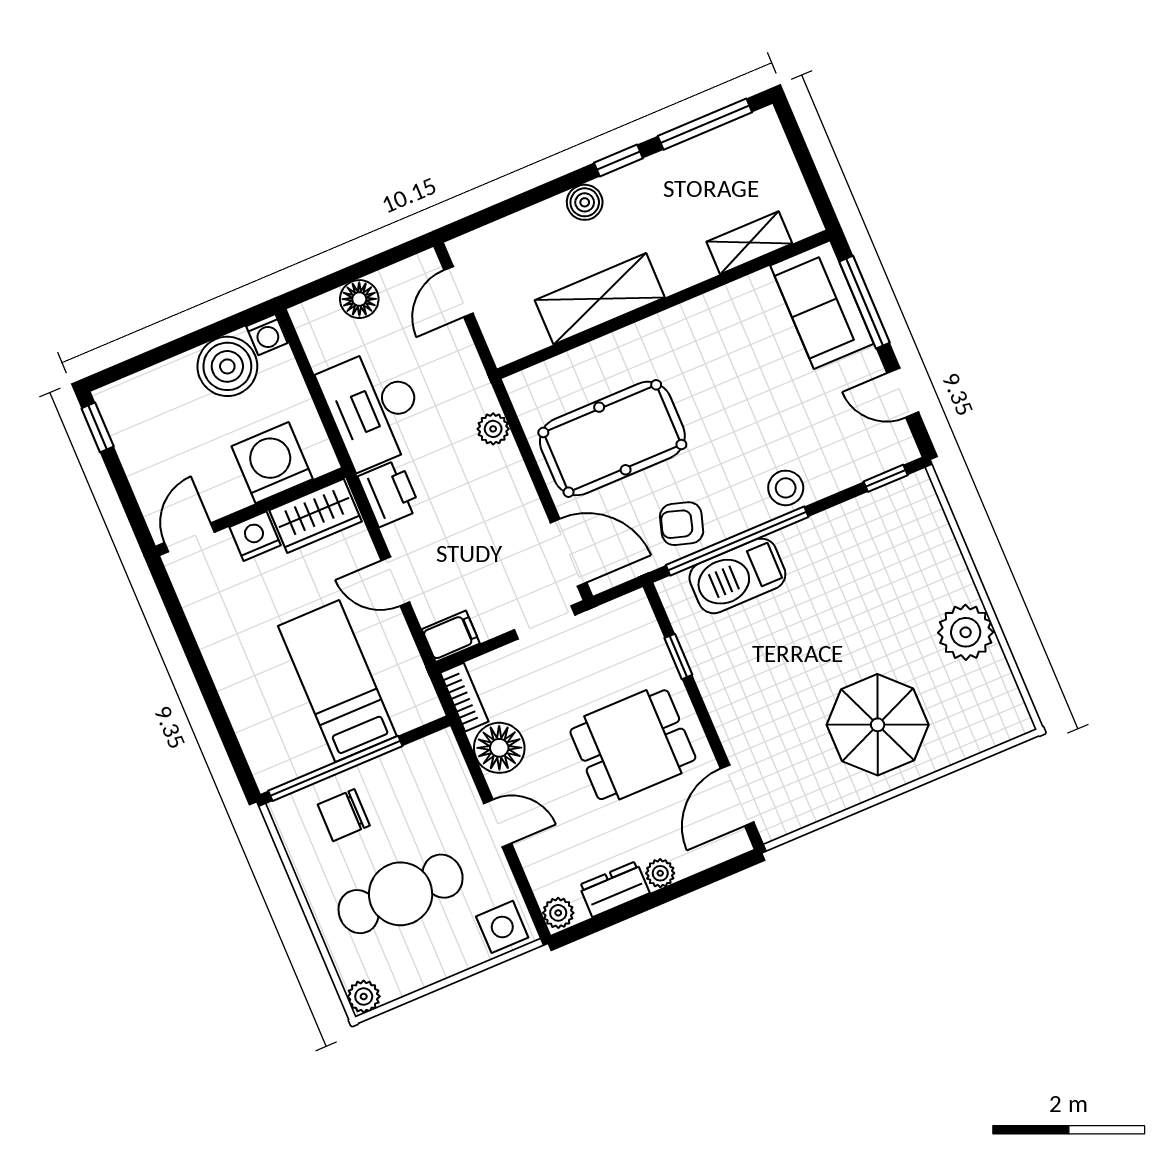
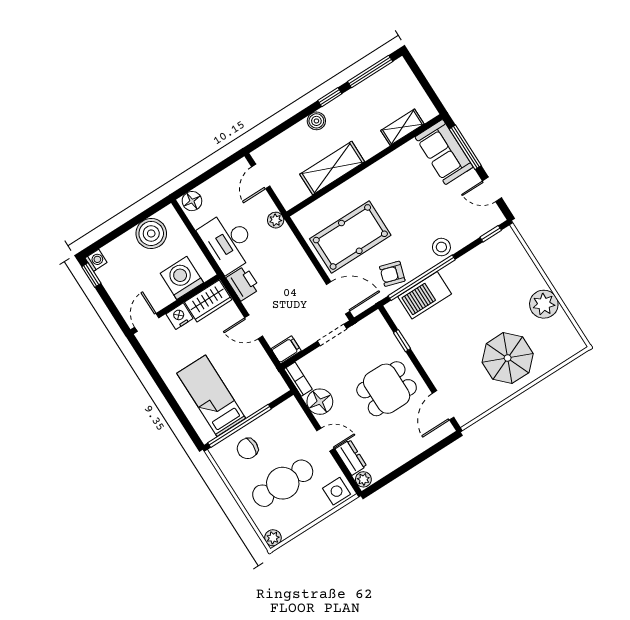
floor lamp: (359, 299) -> (192, 201), moved
washing machine: (267, 335) -> (96, 260), moved, turned -90
plant: (493, 429) -> (276, 220), moved
bed: (337, 681) -> (211, 396), moved
plant: (660, 873) -> (411, 451), removed
dresser: (614, 889) -> (351, 458), moved, turned 90

